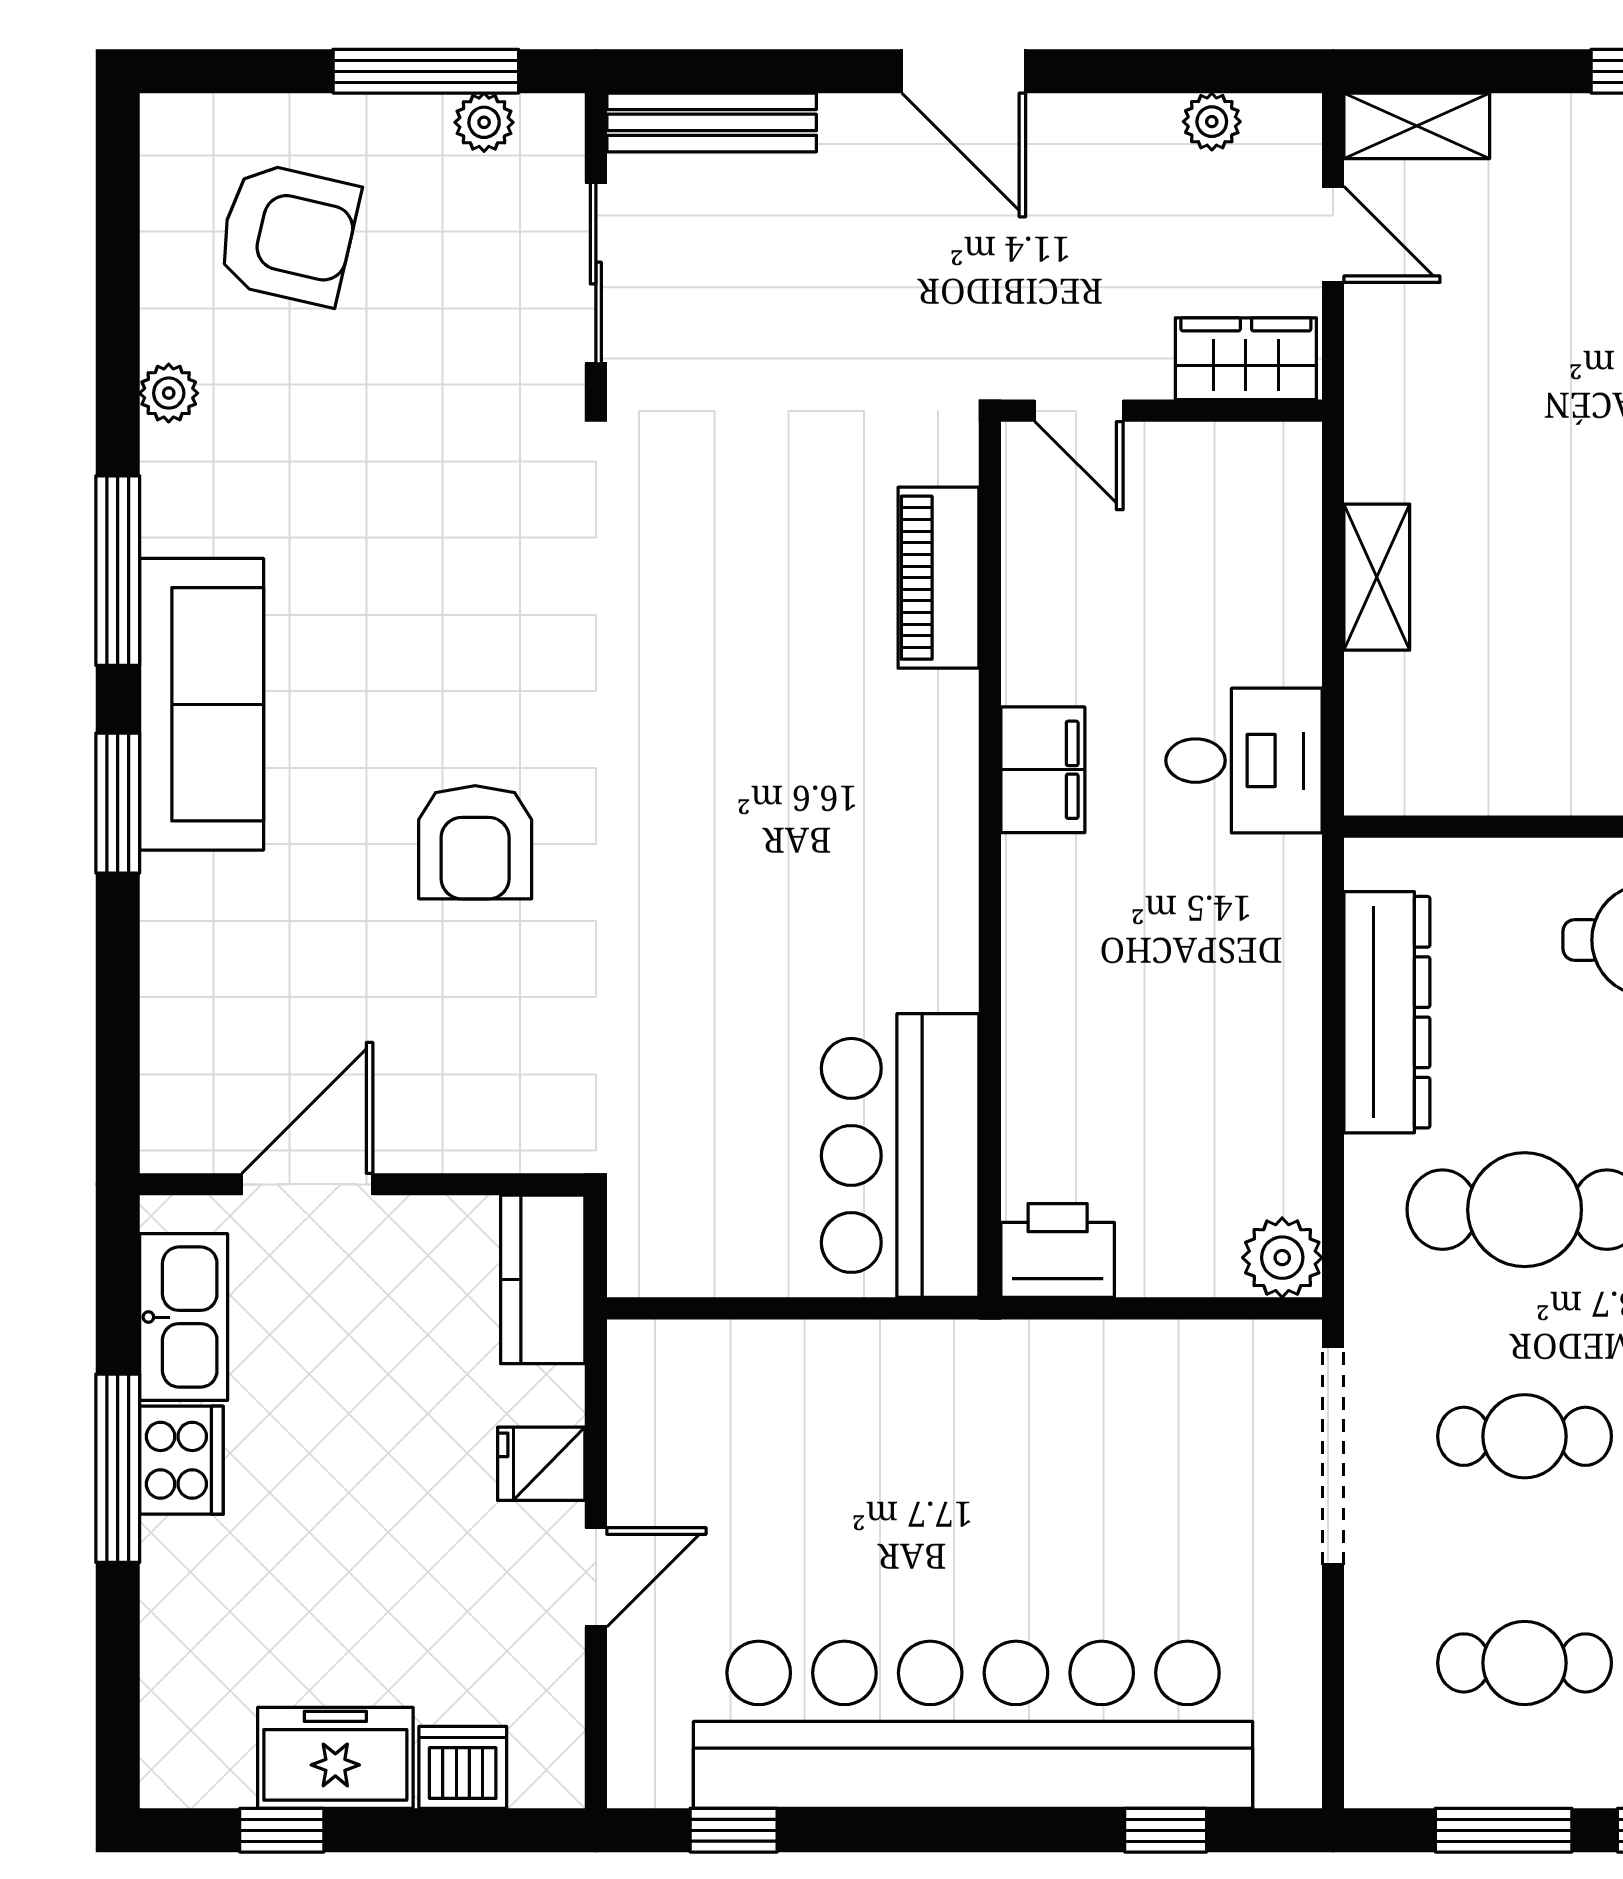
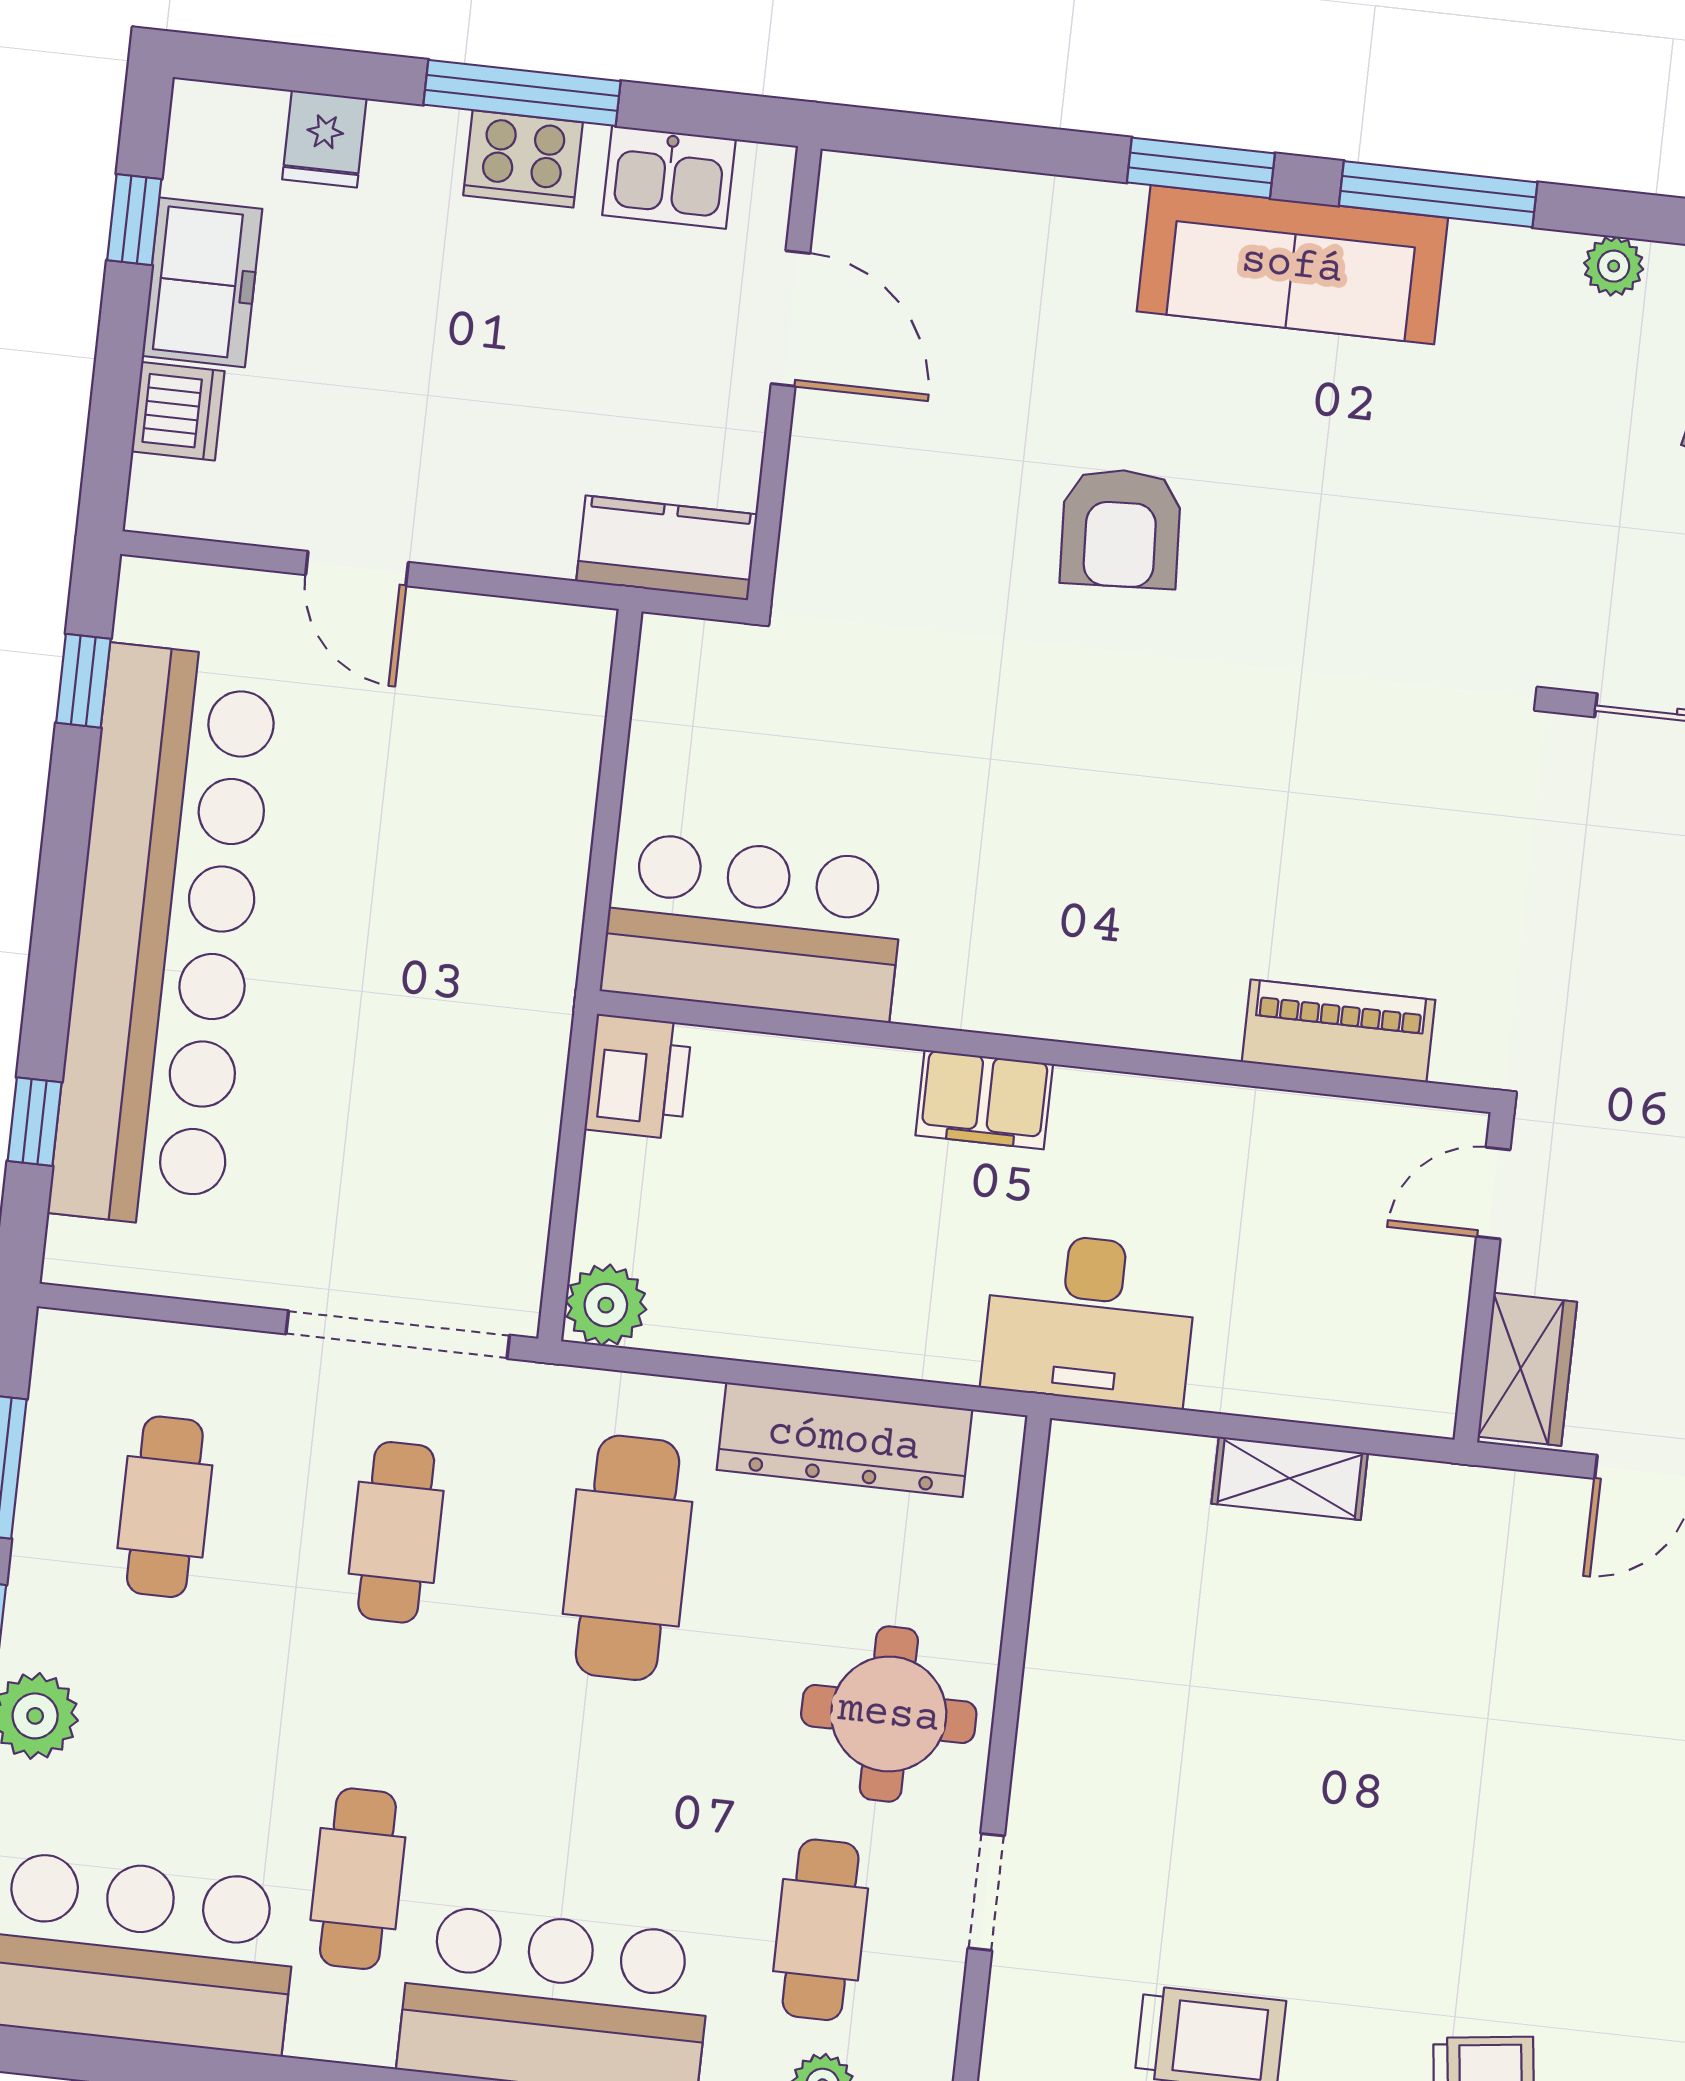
desk: (1244, 761) -> (1090, 1319), width x1.37
filing cabinet: (1043, 770) -> (984, 1100), moved
armchair: (475, 842) -> (1121, 528), turned -93
kitchen sink: (184, 1317) -> (669, 177), width x0.73
fridge: (541, 1464) -> (324, 139), moved, turned 180

